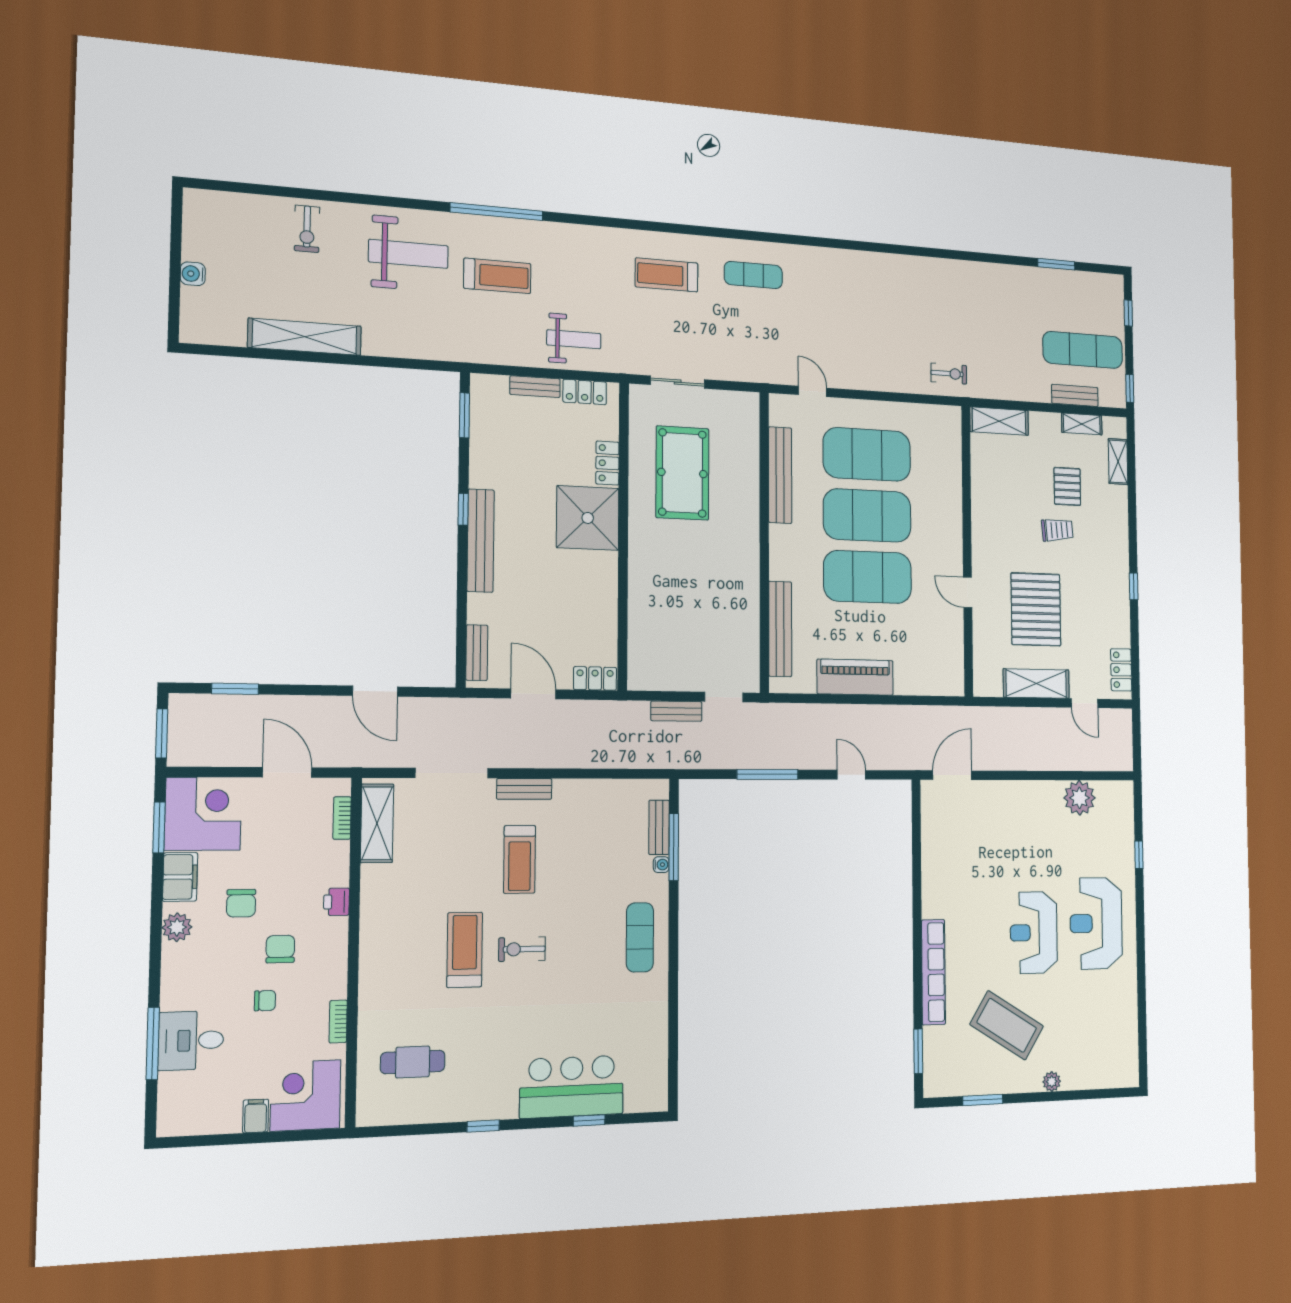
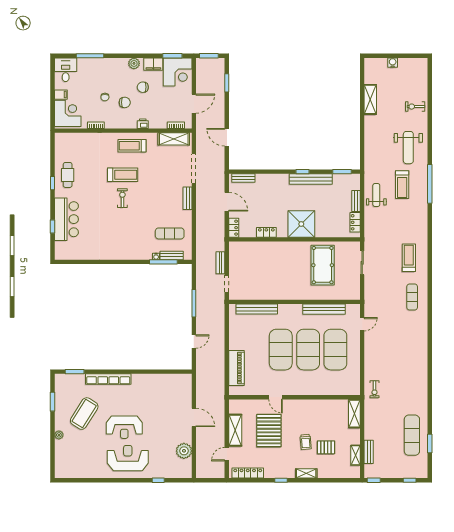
shelving: (305, 337) -> (370, 99), width x0.68
weight bench: (574, 339) -> (376, 195), moved, turned 180
exercise mat: (1083, 350) -> (412, 435), moved
shelving: (1118, 462) -> (306, 473), moved
locker: (607, 463) -> (266, 232), moved
pool table: (682, 473) -> (323, 265), turned 90
bench: (481, 541) -> (311, 179), moved
door: (968, 592) -> (276, 397), swing flipped
pallet: (1036, 609) -> (269, 431), turned 90
locker: (1121, 670) -> (248, 473), width x1.53
piano: (855, 677) -> (236, 368), moved
door: (375, 691) -> (227, 137), hinge flipped
door: (533, 694) -> (227, 202), hinge flipped
door: (952, 775) -> (194, 417), moved
treadmill: (520, 859) -> (132, 146), moved
reception desk: (1034, 933) -> (124, 427), turned 180
exercise mat: (640, 937) -> (170, 233), moved
desk: (191, 1040) -> (66, 70), moved
cafe table: (413, 1062) -> (68, 175), moved

